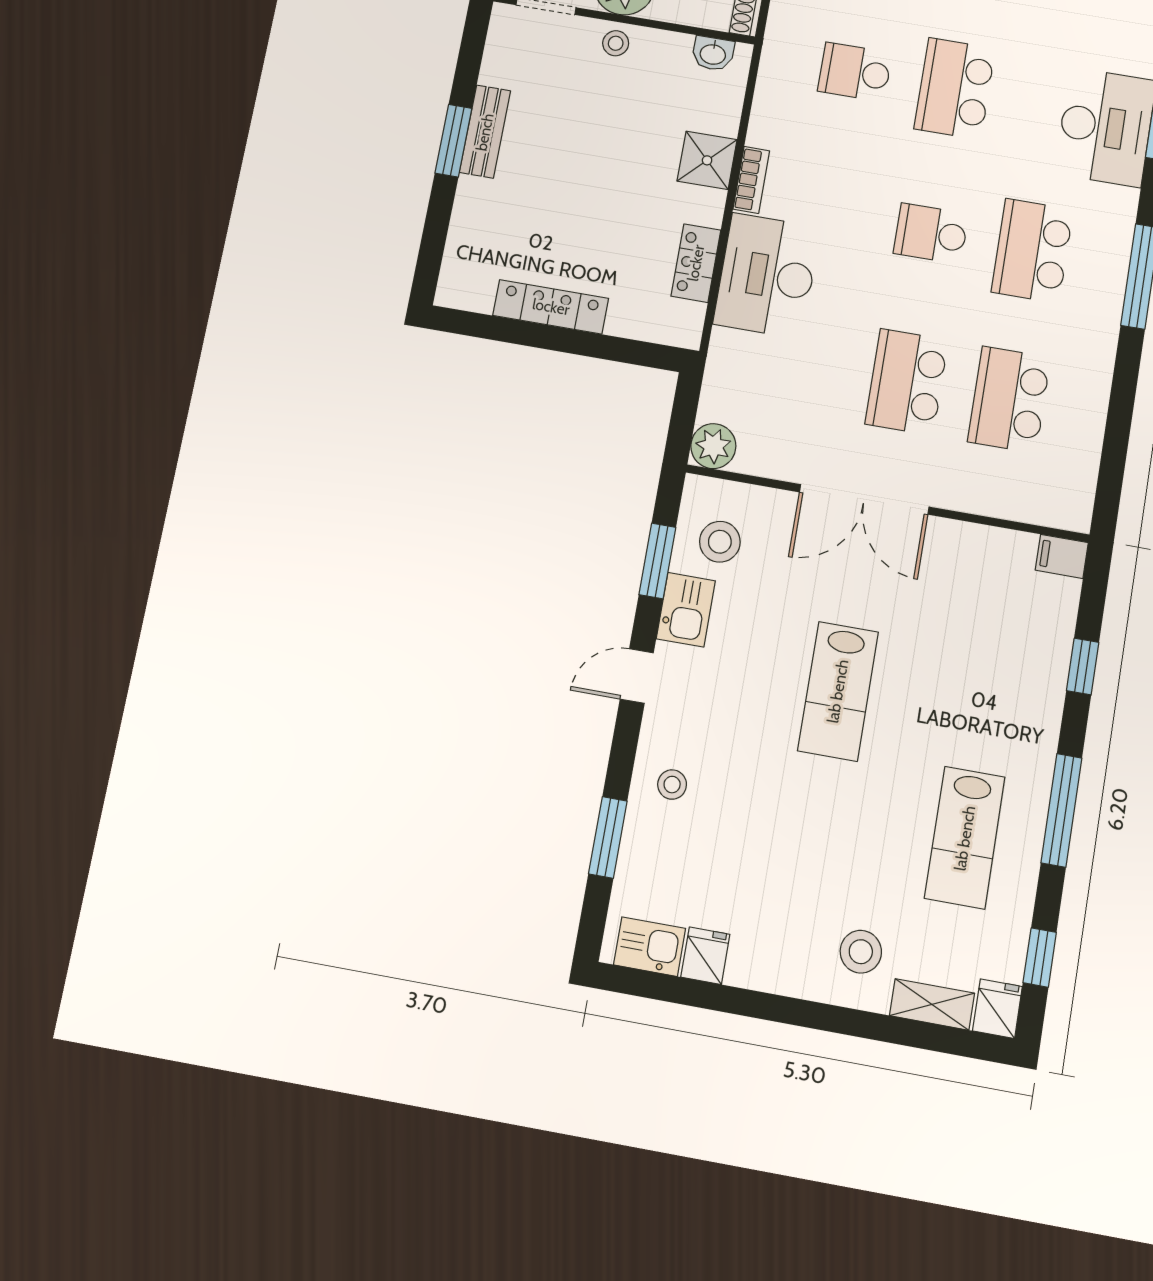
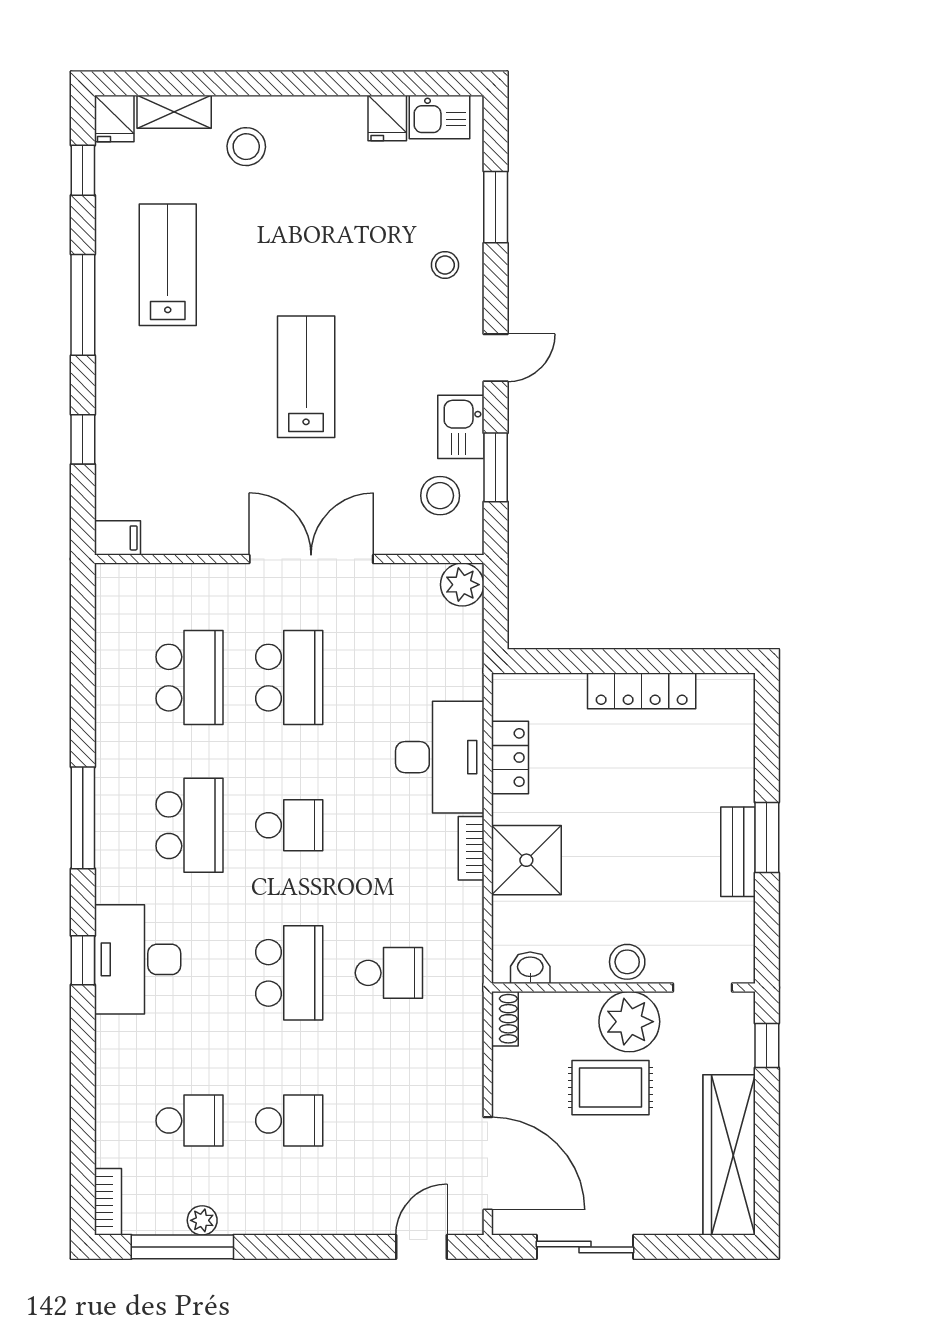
stool: (616, 43) -> (627, 962), width x1.37, depth x1.37
shower: (707, 160) -> (526, 860), width x1.36, depth x1.36

